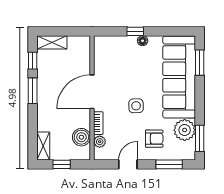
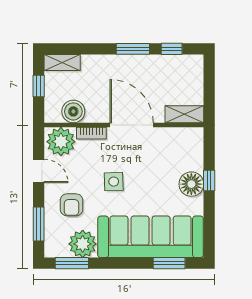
floor lamp: (143, 41) -> (191, 184), width x1.89, depth x1.89
shelving: (52, 42) -> (184, 114), moved, turned 90
plant: (100, 142) -> (61, 142), width x1.87, depth x1.87

